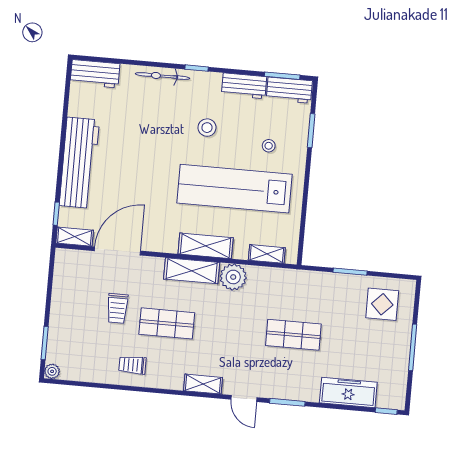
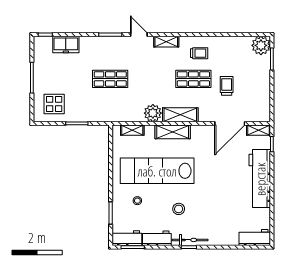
bicycle: (162, 76) -> (190, 240), moved
lab bench: (235, 189) -> (157, 171), turned 180
trolley: (132, 365) -> (199, 53), moved
plant: (52, 371) -> (261, 45), width x1.88, depth x1.88
freezer: (348, 393) -> (66, 45), width x0.71

